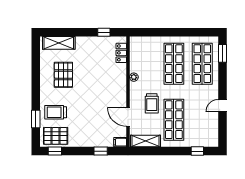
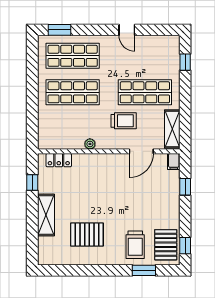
shelving: (59, 43) -> (46, 215), moved

